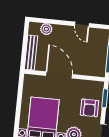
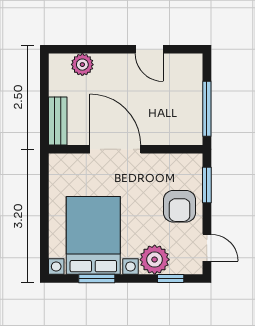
bench: (31, 53) -> (58, 121), width x0.73

